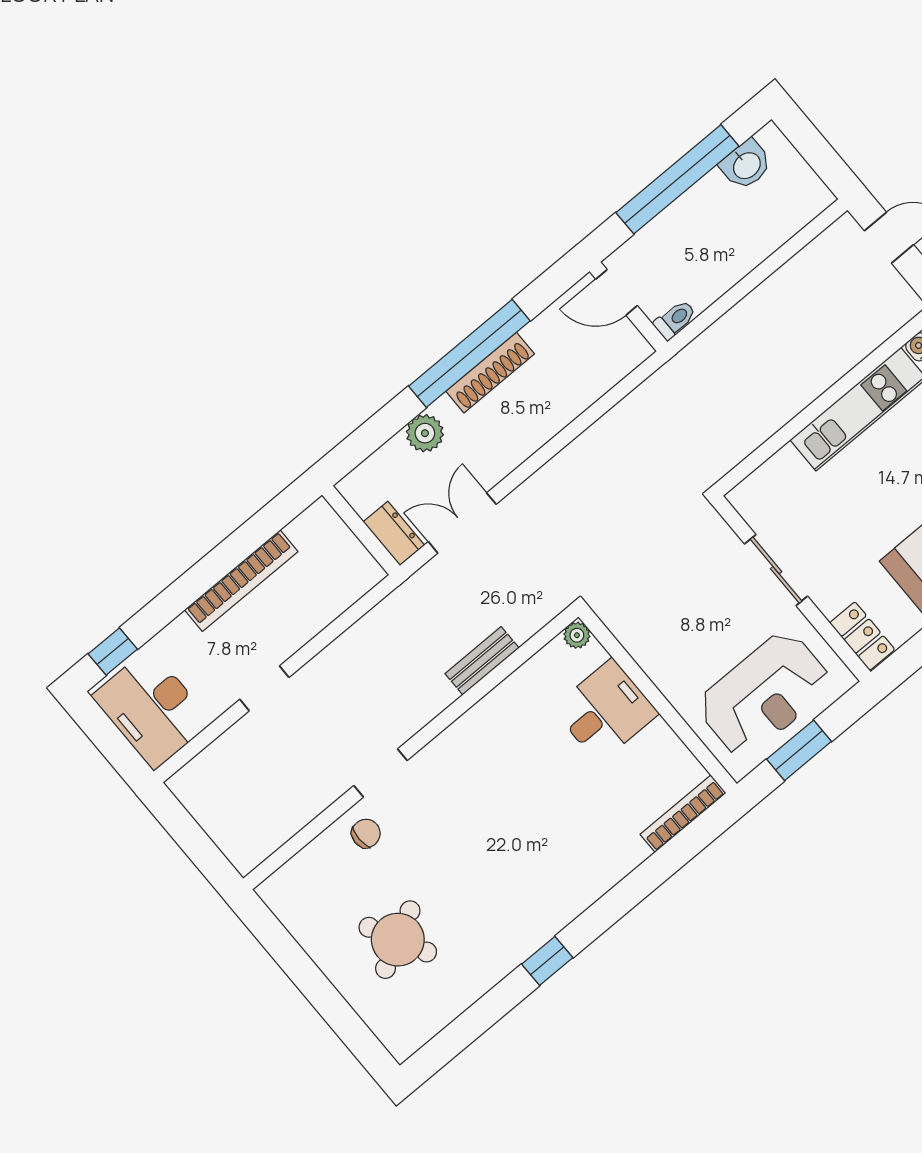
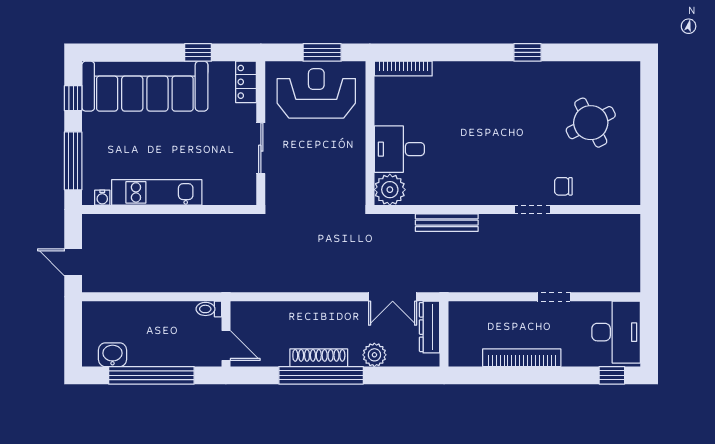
dresser: (394, 533) -> (430, 327), width x1.44
plant: (577, 635) -> (390, 190), width x1.88, depth x1.88
bench: (482, 661) -> (447, 223), width x1.36

